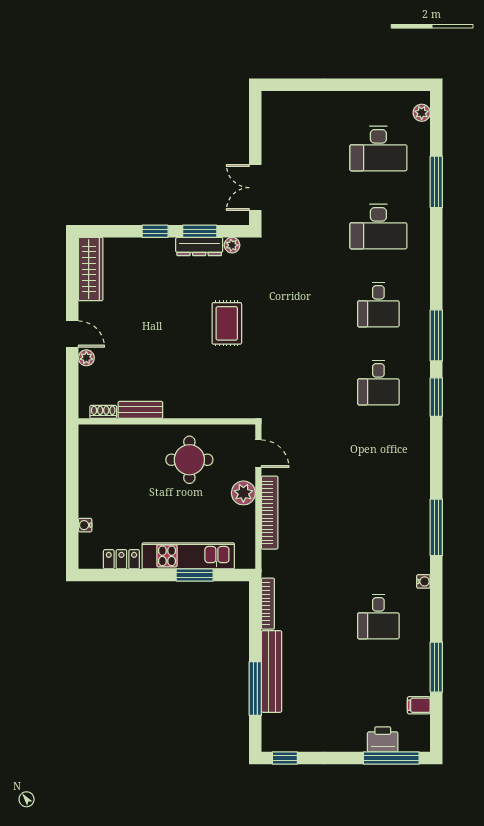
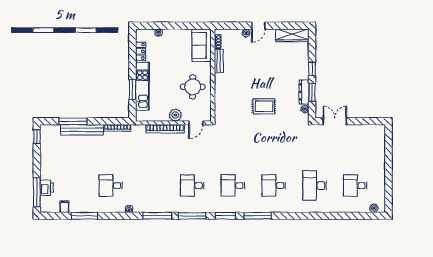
desk: (378, 148) -> (355, 186), width x0.73
window: (436, 182) -> (192, 216), moved
sofa: (110, 443) -> (202, 45), added
desk: (378, 460) -> (192, 186), added

